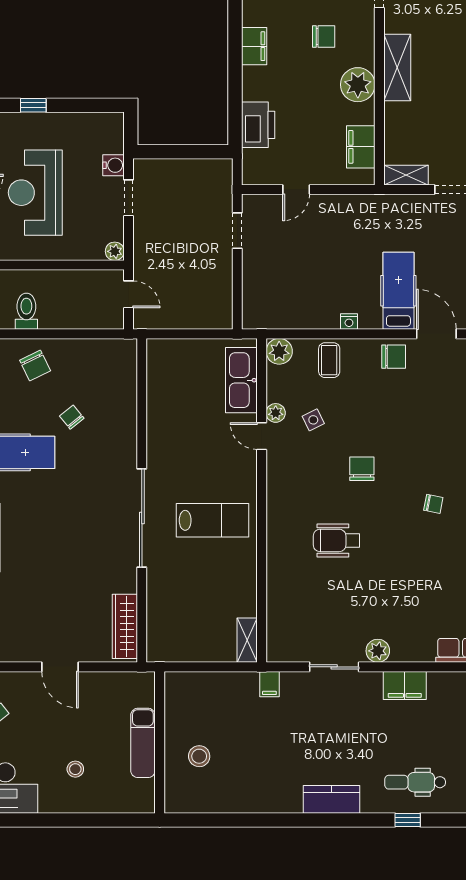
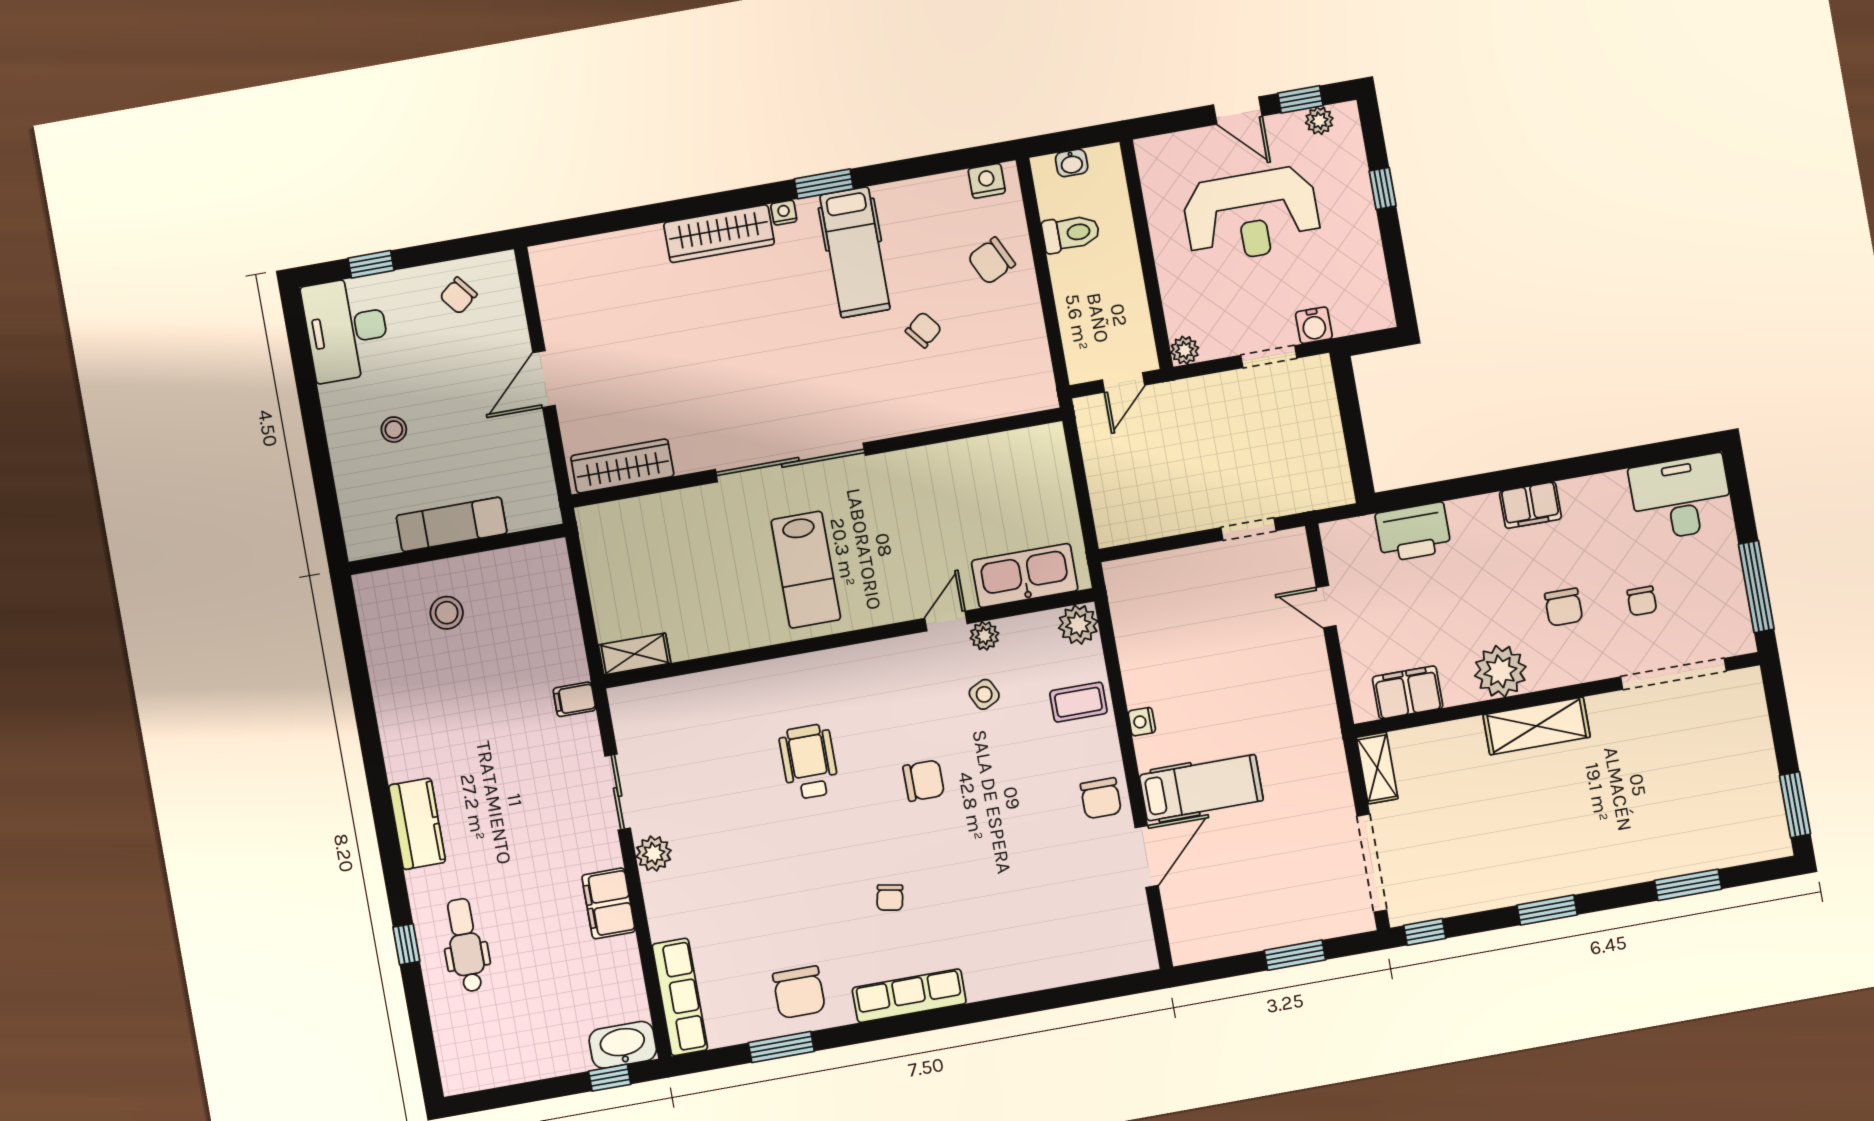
reception desk: (35, 193) -> (1252, 215), turned 180

